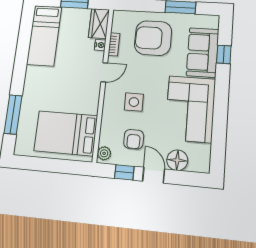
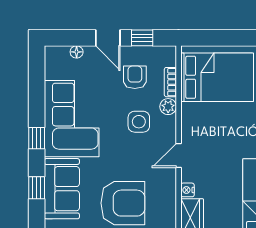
bookcase: (114, 44) -> (170, 82), moved
window: (221, 95) -> (37, 138), added
plant: (104, 153) -> (168, 107), moved
floor lamp: (177, 160) -> (77, 52), width x0.53, depth x0.53

